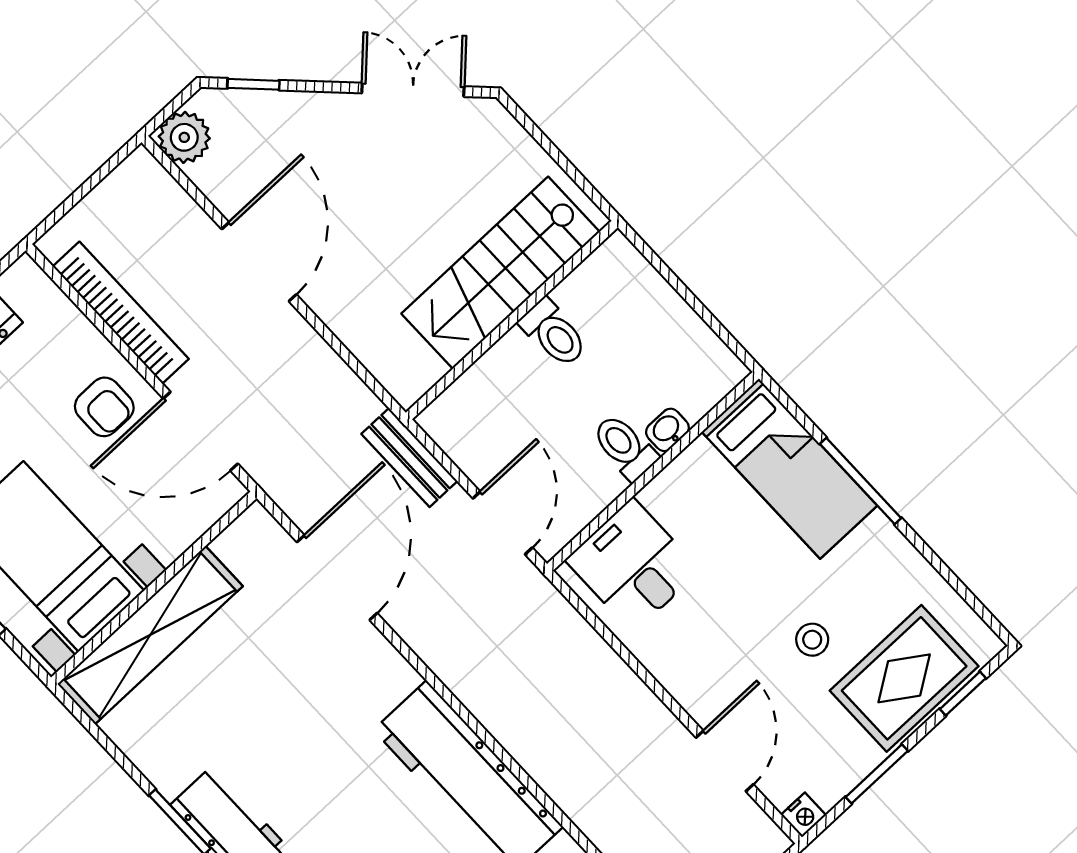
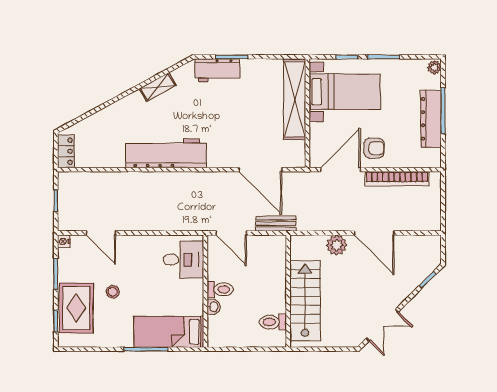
plant: (184, 137) -> (337, 245), moved
toilet: (554, 333) -> (273, 322), moved
armchair: (104, 407) -> (374, 148), turned 180

